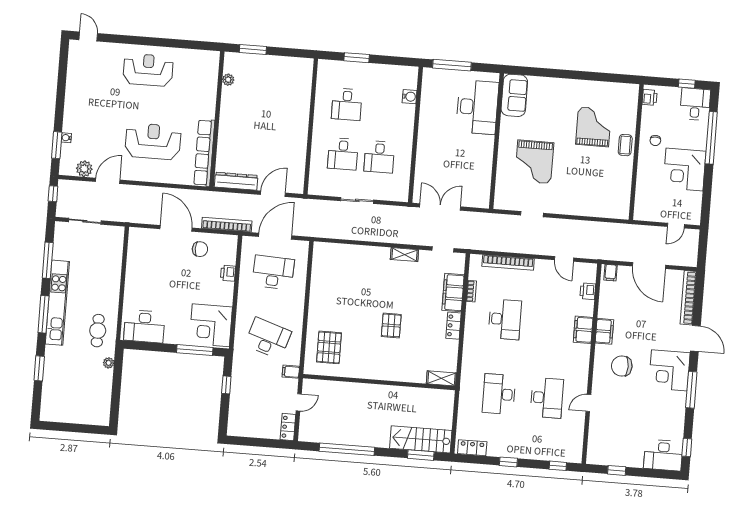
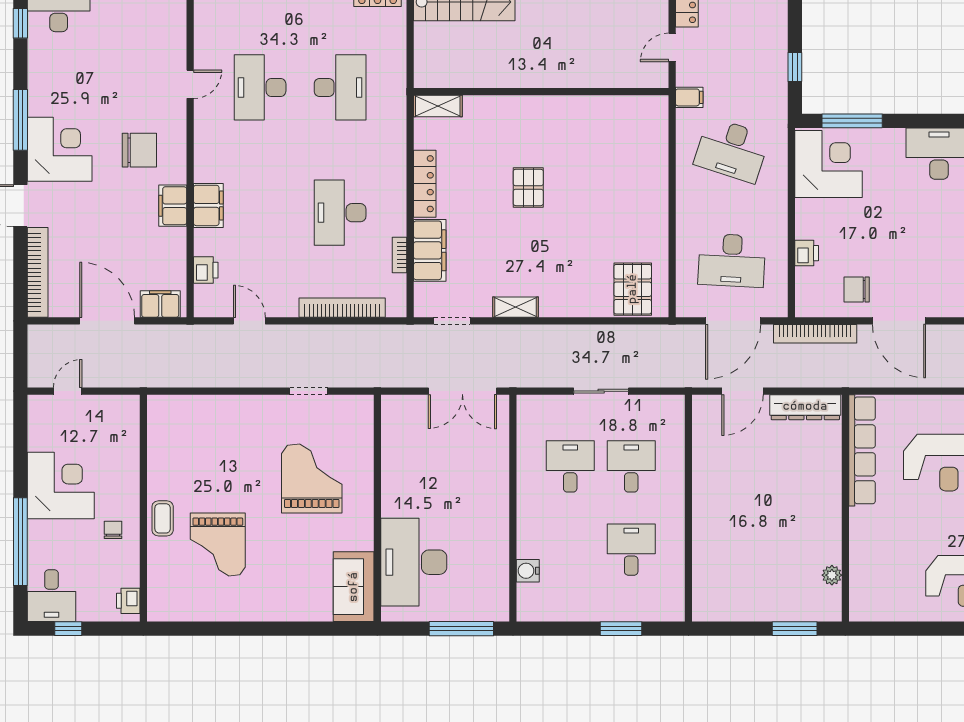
filing cabinet: (611, 273) -> (160, 304), width x2.00
locker: (453, 326) -> (425, 184), width x1.53
pallet: (329, 347) -> (633, 289), moved

